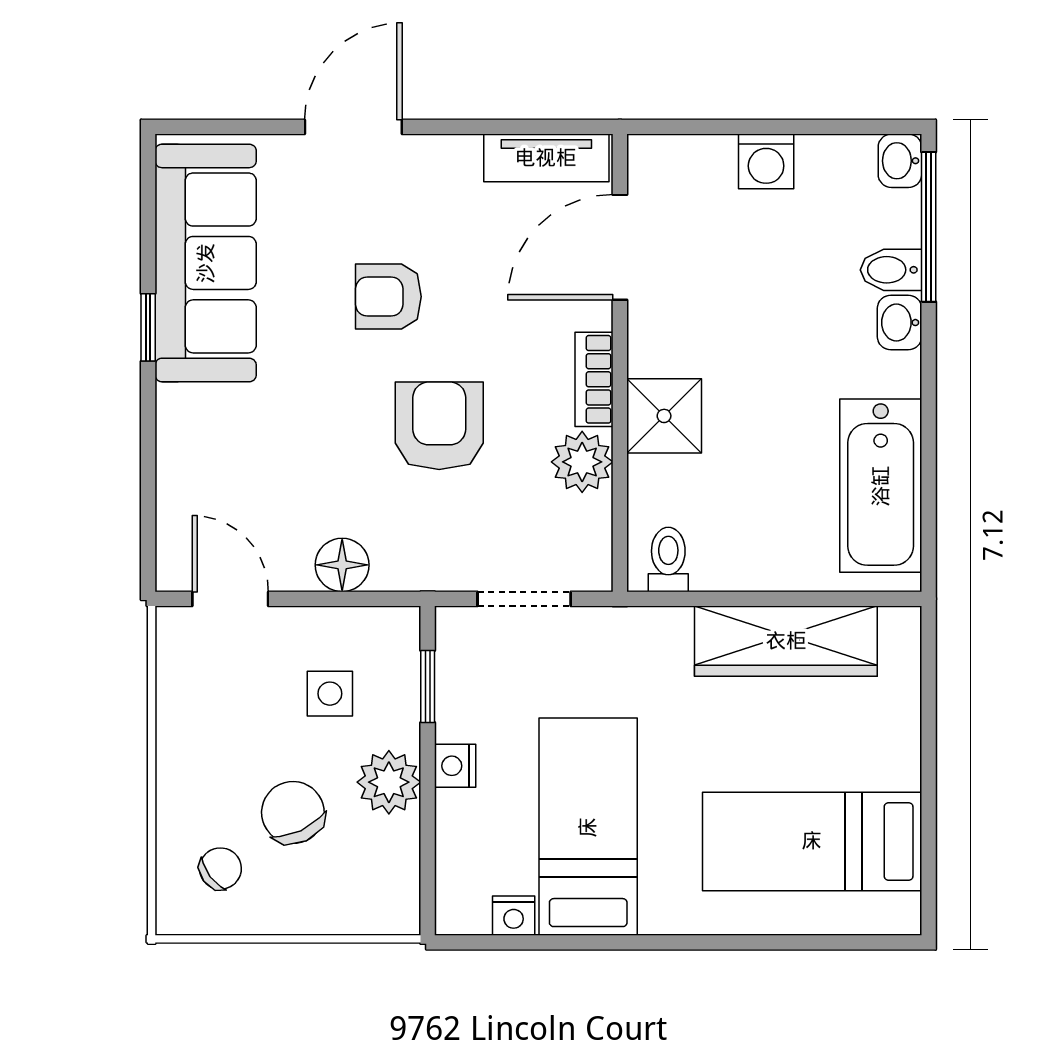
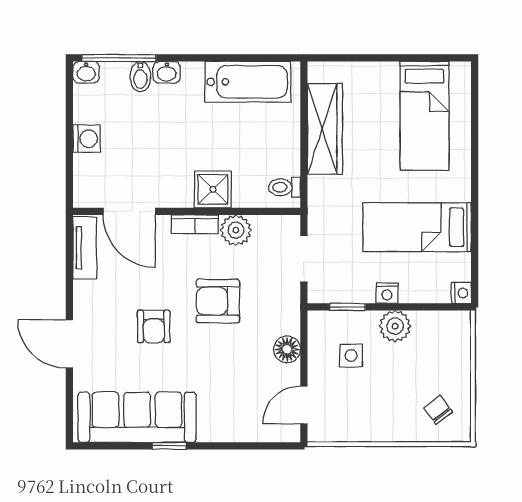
chair: (293, 813) -> (410, 374), removed
nightstand: (514, 916) -> (461, 293), moved

